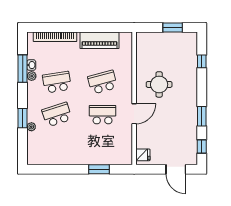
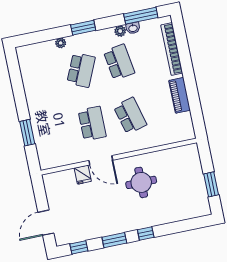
piano: (99, 40) -> (180, 95), width x0.73, depth x0.75
window: (202, 61) -> (146, 234), moved
window: (23, 69) -> (141, 16), moved
school desk: (57, 115) -> (81, 70), turned 42
window: (23, 118) -> (83, 28), moved
fridge: (143, 155) -> (83, 175), moved

